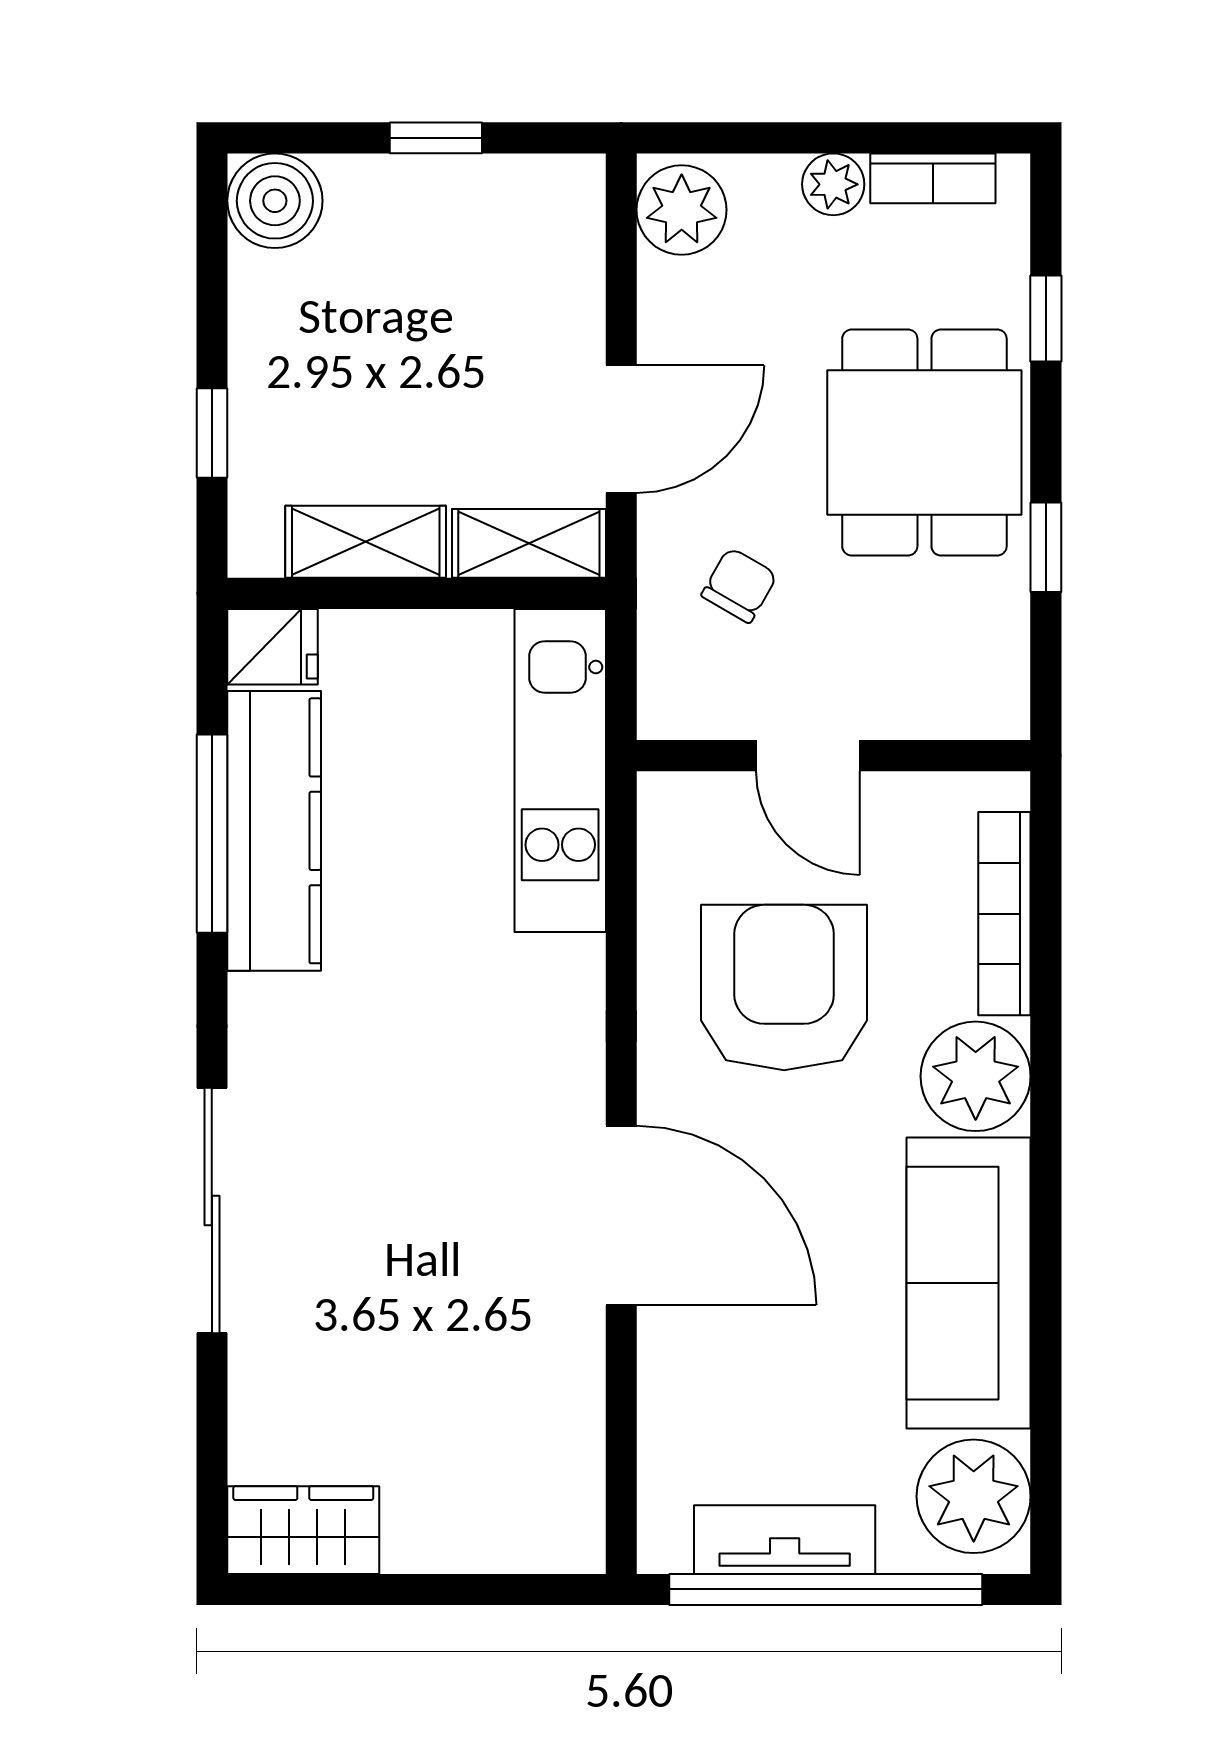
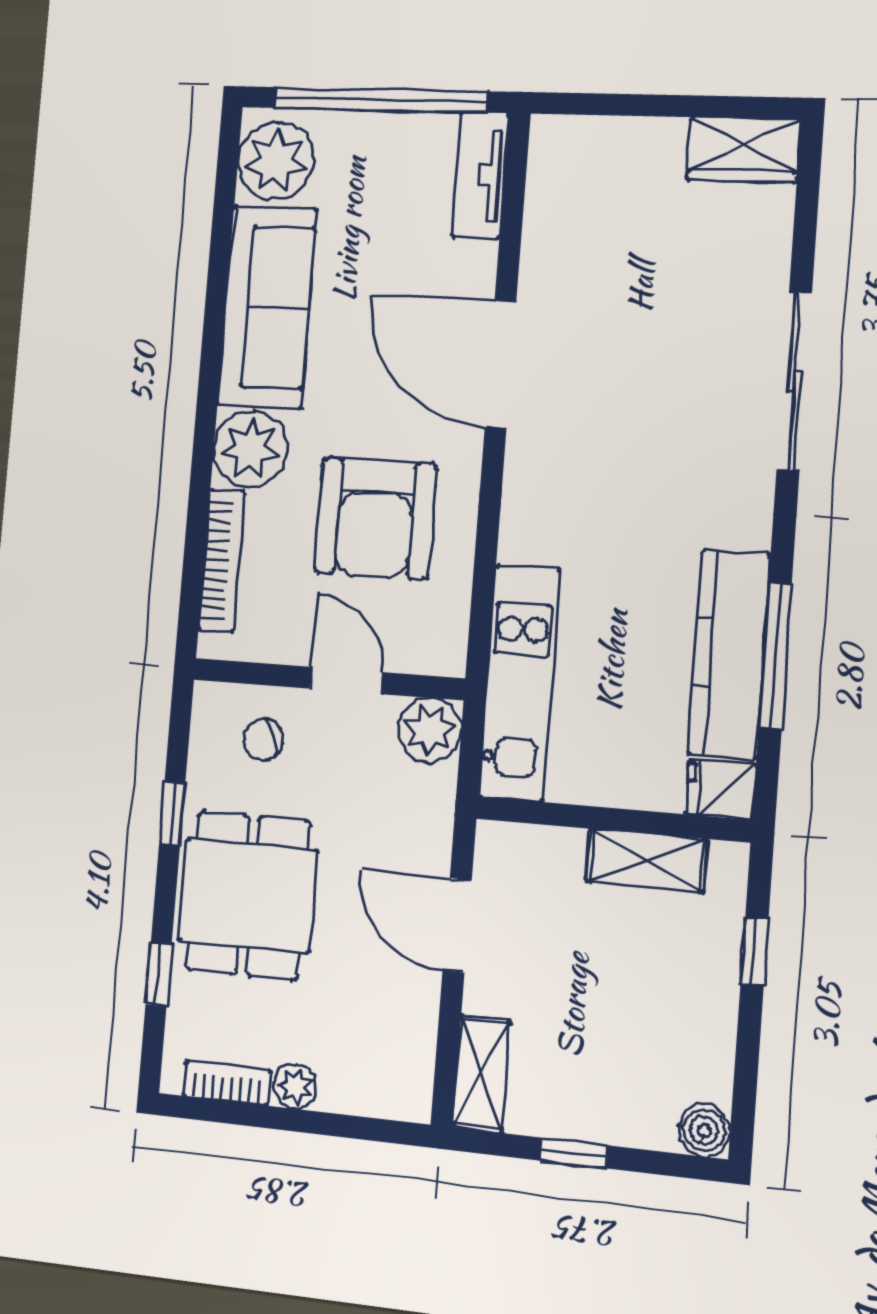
boiler: (275, 201) -> (704, 1130), width x0.73, depth x0.73
plant: (682, 210) -> (430, 730), moved
door: (621, 429) -> (457, 925), hinge flipped
shelving: (529, 543) -> (481, 1074), moved, turned 90
chair: (739, 585) -> (263, 740), moved, turned 40
tv unit: (785, 1540) -> (480, 175), moved, turned 90

